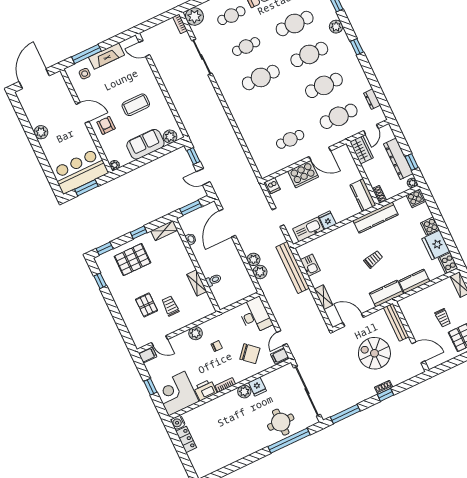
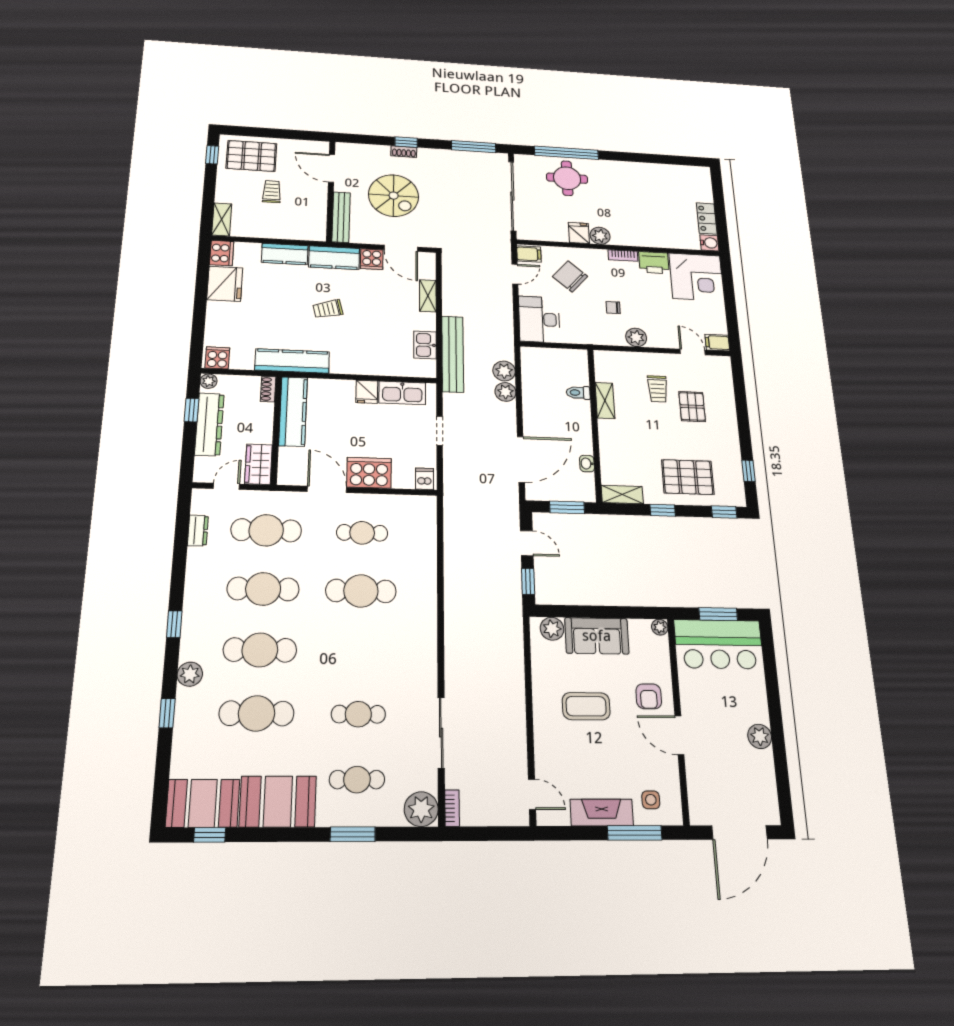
cafe table: (261, 77) -> (361, 591), moved
kitchen counter: (363, 195) -> (293, 411), width x1.50
cooker: (430, 226) -> (372, 259), moved, turned 90
window: (150, 387) -> (730, 302), removed

